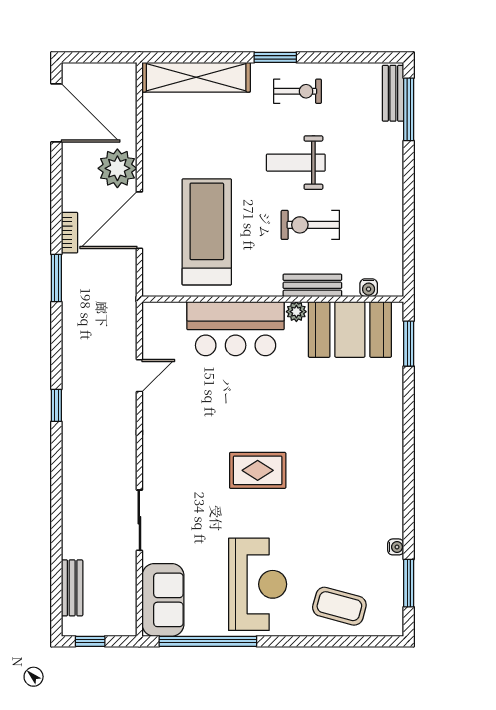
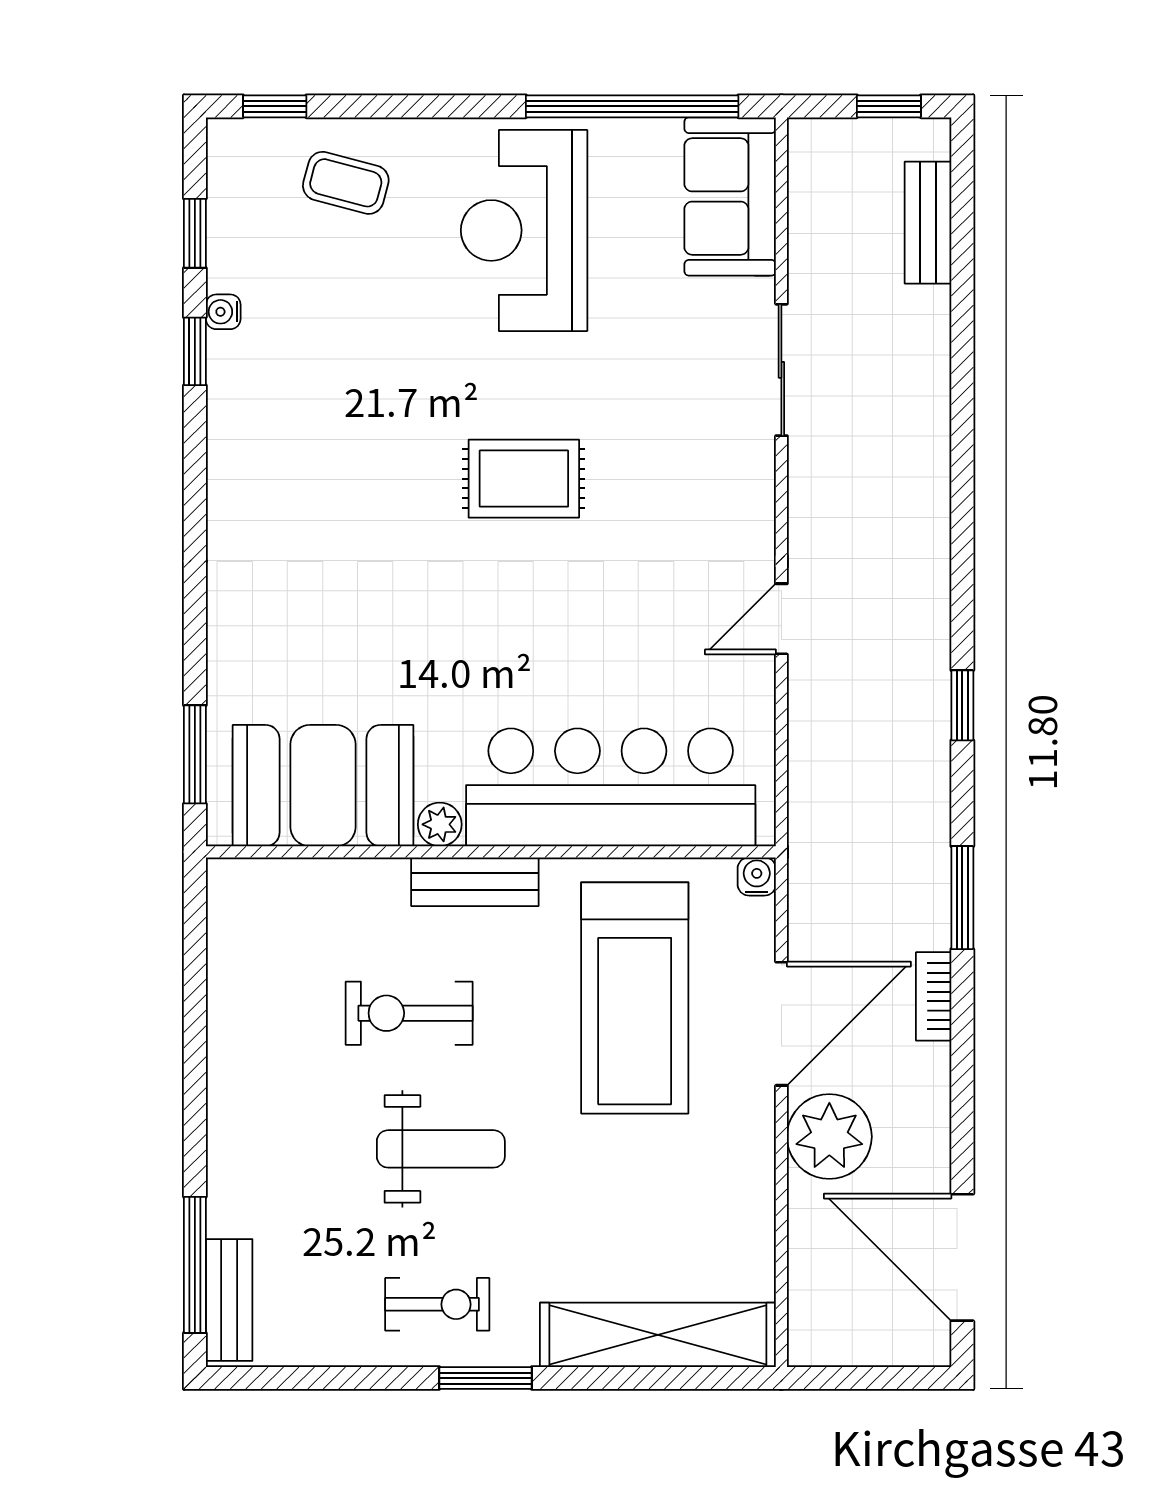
exercise bike: (297, 91) -> (437, 1304), turned 180
exercise bike: (310, 225) -> (409, 1013), turned 180
bench: (312, 285) -> (475, 882), moved
water cooler: (369, 288) -> (757, 876), moved
bar counter: (236, 329) -> (611, 787), width x1.36
door: (139, 376) -> (781, 619), moved
window: (56, 405) -> (962, 705), moved
window: (409, 529) -> (195, 351), added
window: (409, 583) -> (195, 233), width x0.67
coffee table: (339, 606) -> (346, 183), width x0.73, depth x0.77
window: (372, 641) -> (275, 106), added

